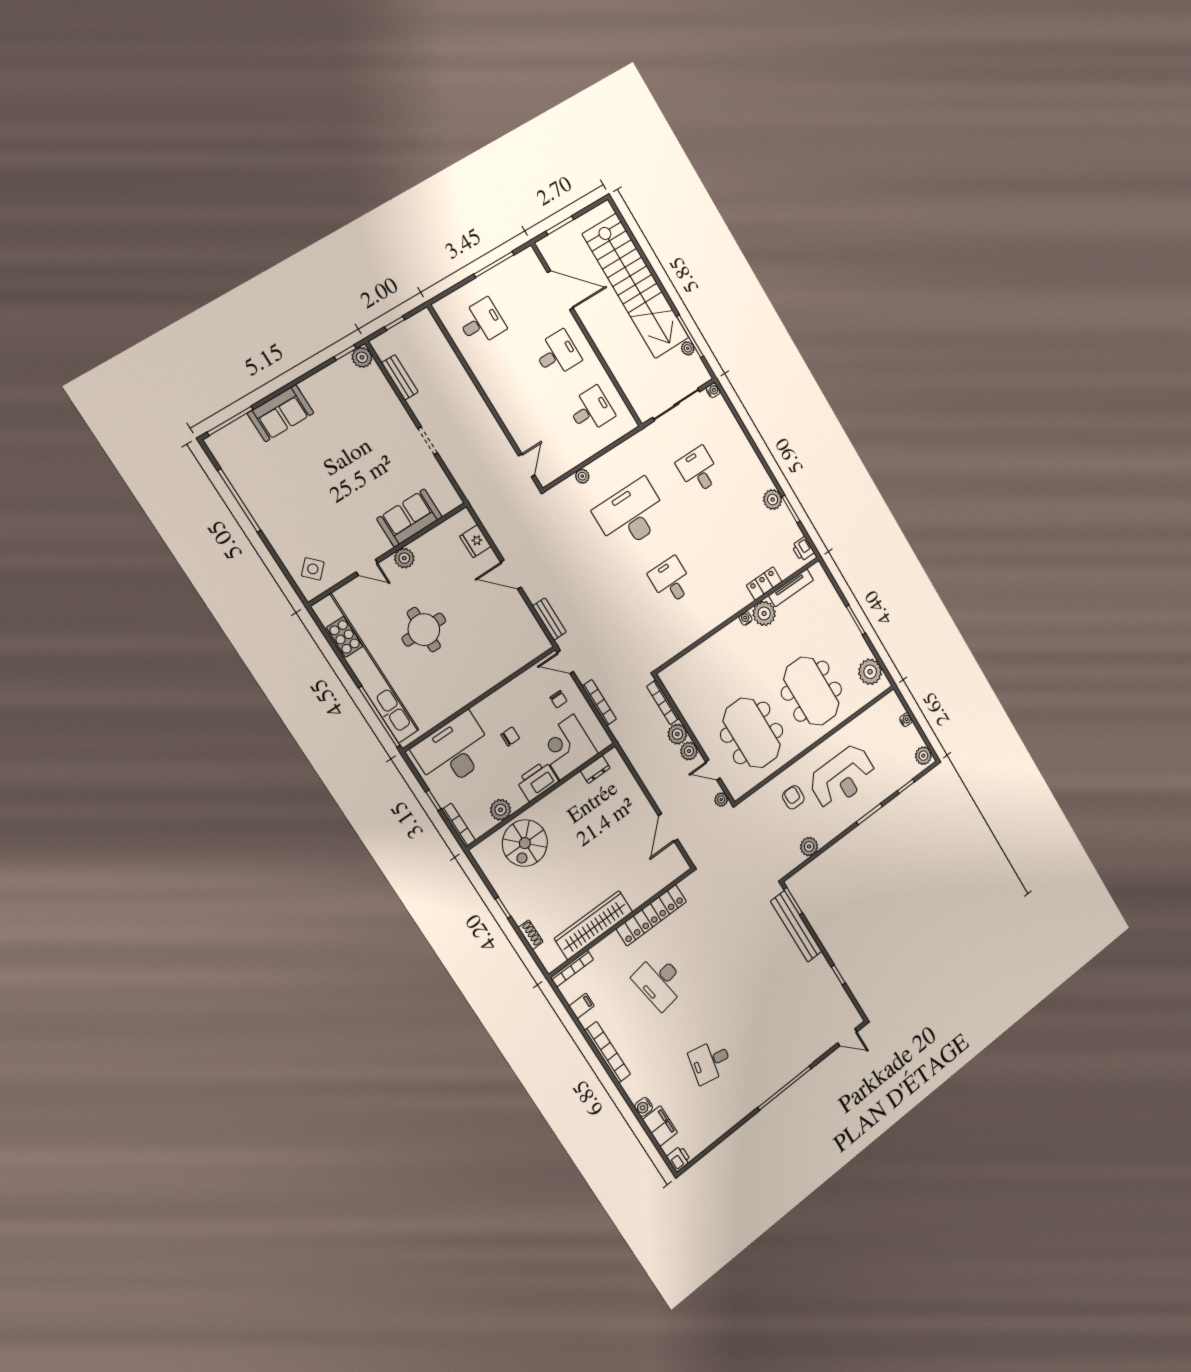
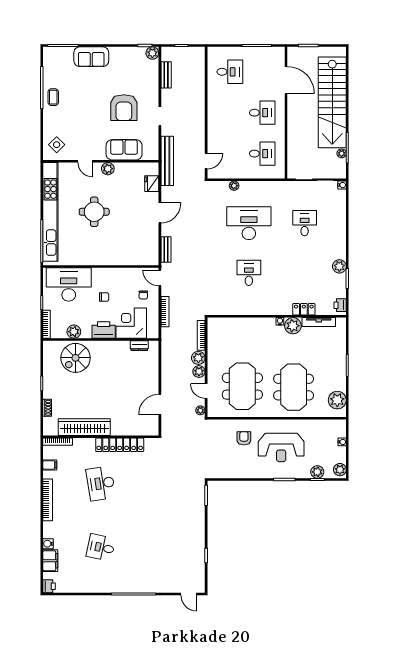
armchair: (372, 459) -> (124, 108), added
coffee table: (264, 504) -> (53, 97), added
door: (511, 575) -> (160, 213), swing flipped
plant: (809, 847) -> (317, 472), moved
bench: (796, 926) -> (167, 161), moved

